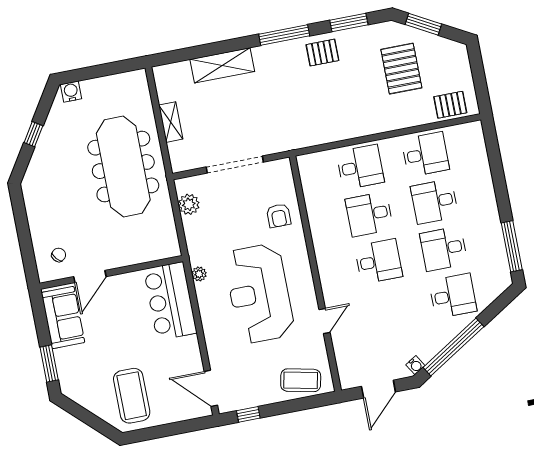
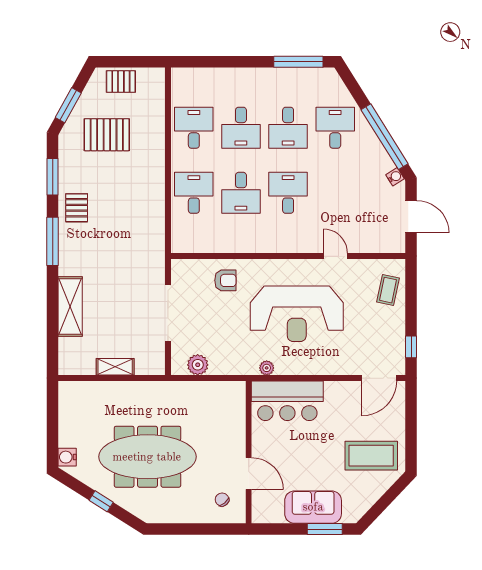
pallet: (450, 105) -> (121, 82), moved, turned 90
meeting table: (123, 167) -> (147, 457), moved
sofa: (63, 318) -> (313, 507), moved
coffee table: (301, 380) -> (388, 290), width x0.73, depth x0.77

